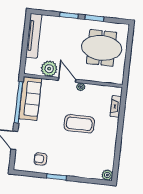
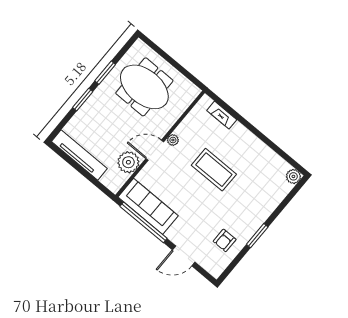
meeting table: (102, 48) -> (144, 87), turned 90
coffee table: (79, 124) -> (214, 170), turned 90

